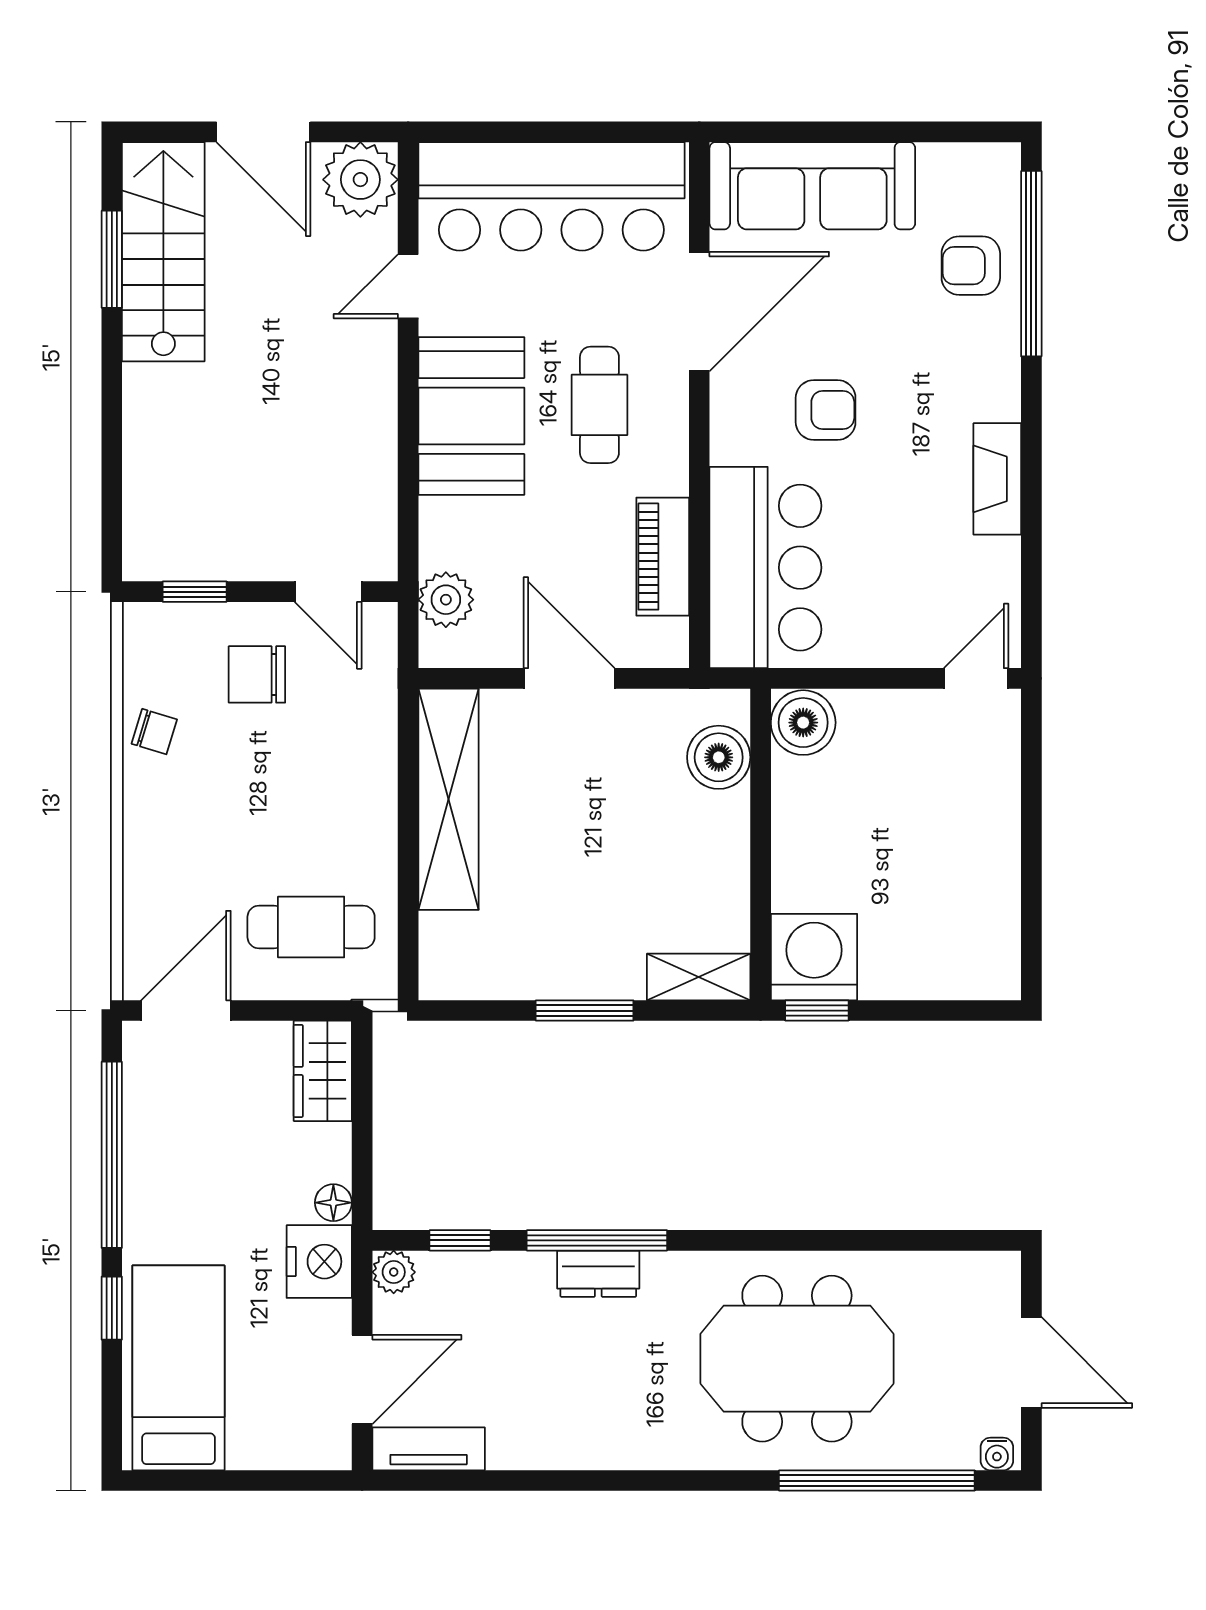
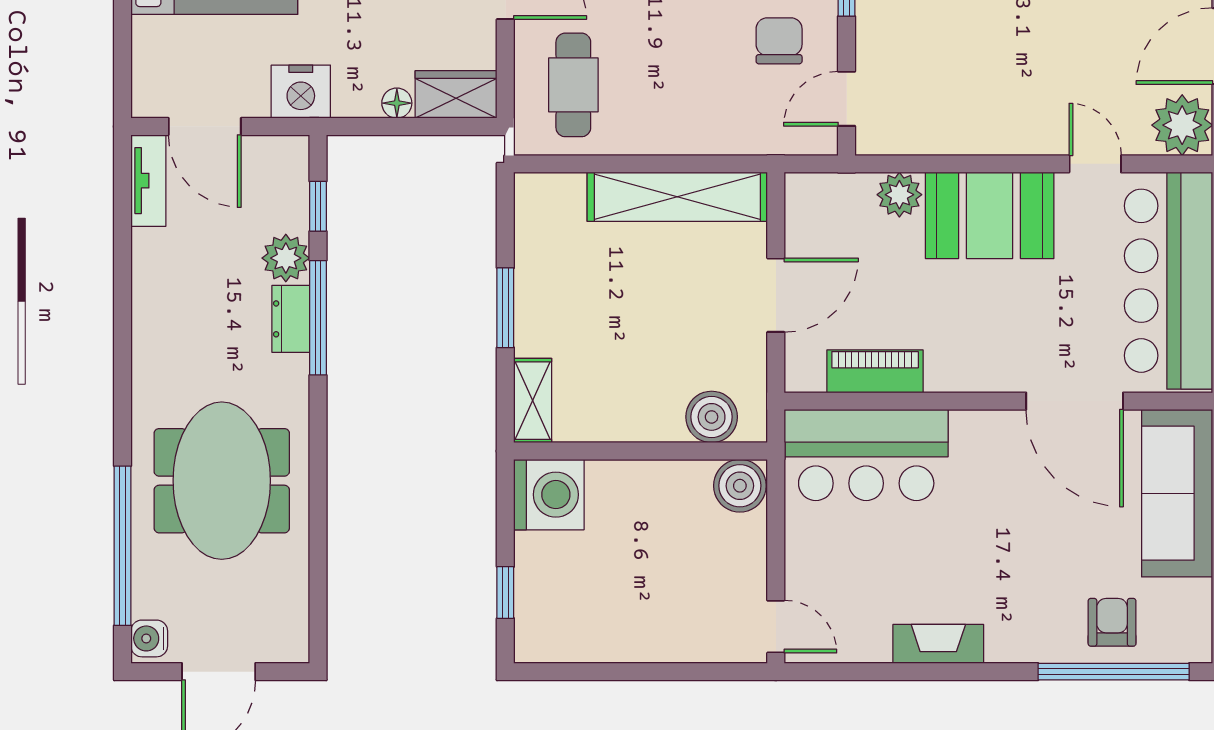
cafe table: (599, 405) -> (999, 320), removed
armchair: (826, 410) -> (994, 504), removed
plant: (446, 600) -> (899, 195), moved
window: (817, 1011) -> (505, 592), moved
floor lamp: (333, 1203) -> (397, 103), moved
plant: (394, 1272) -> (286, 258), moved, width x1.38, depth x1.38
water cooler: (997, 1454) -> (149, 638), width x1.38, depth x1.38

